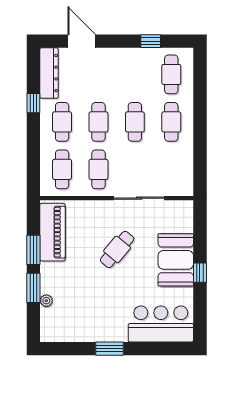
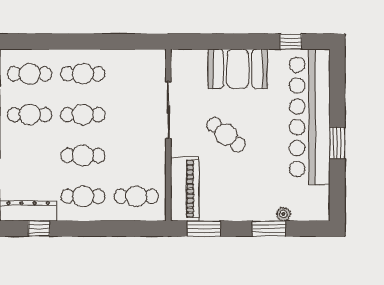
window: (33, 103) -> (39, 229), moved
cafe table: (98, 169) -> (30, 115), moved
piano: (52, 232) -> (185, 189), moved, turned 90
window: (33, 250) -> (204, 229), moved
window: (200, 273) -> (291, 42), moved
bar counter: (161, 324) -> (310, 117), width x1.86

